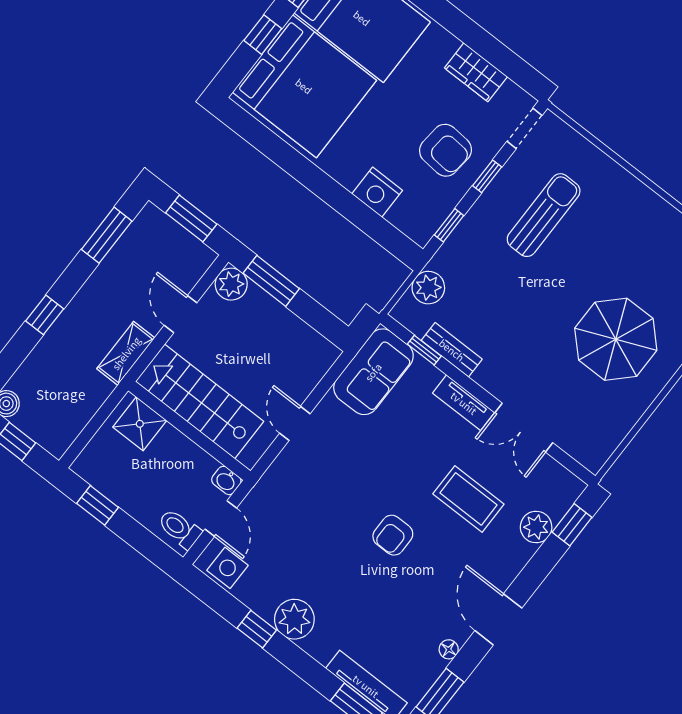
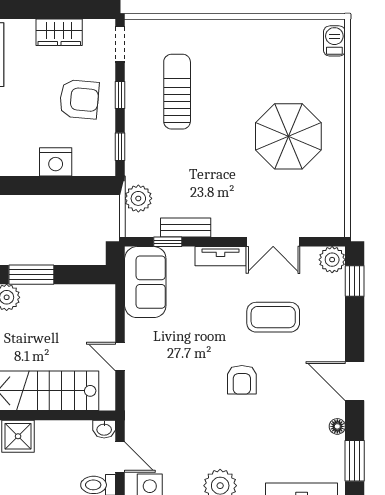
plant: (536, 527) -> (332, 260), moved

